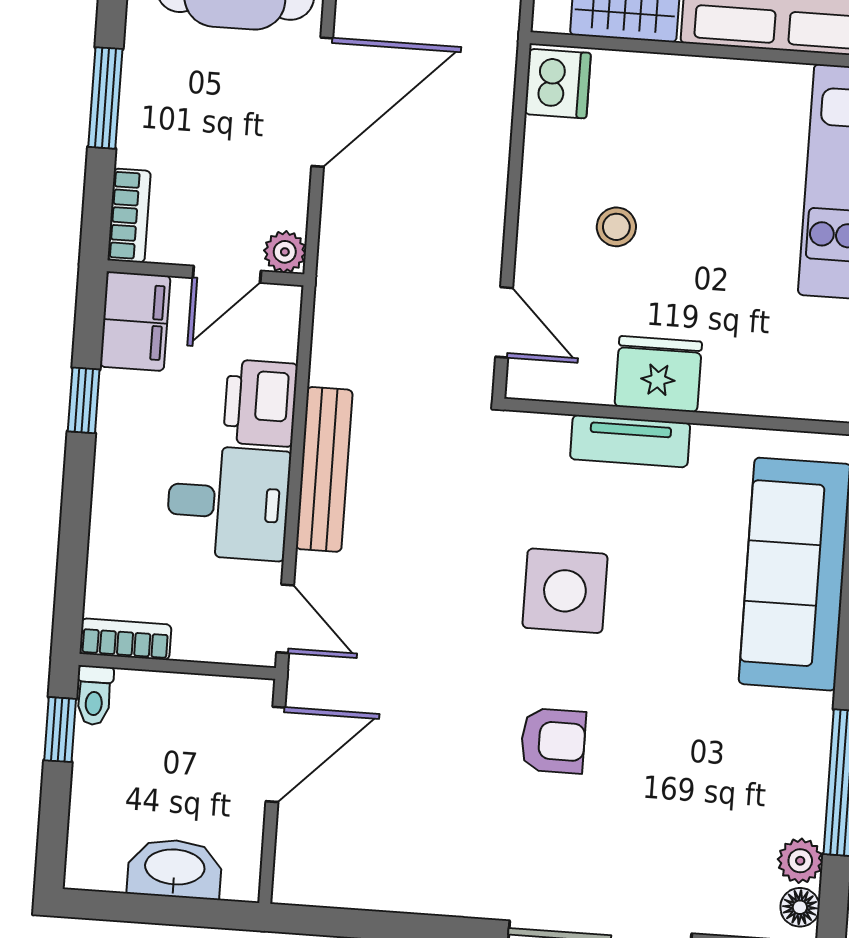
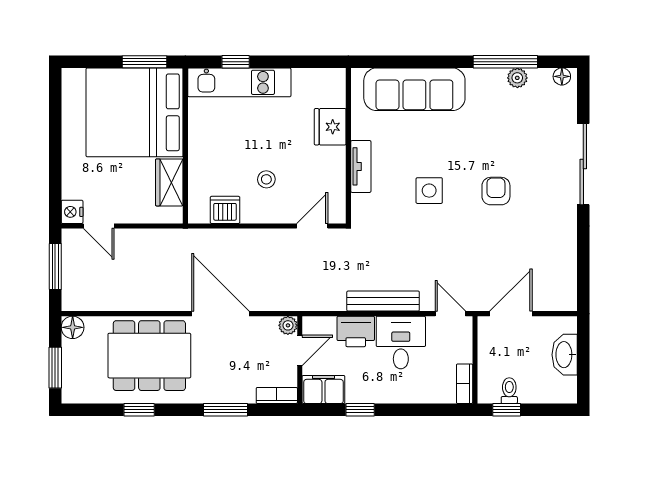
dishwasher: (558, 84) -> (225, 210), moved
door: (227, 274) -> (300, 350), hinge flipped
fridge: (658, 374) -> (330, 127), moved
side table: (565, 591) -> (429, 191), width x0.73, depth x0.73
door: (285, 619) -> (450, 314), hinge flipped
toilet: (94, 695) -> (509, 391), moved, turned -90
door: (275, 754) -> (511, 314), hinge flipped
plant: (800, 861) -> (517, 78), moved

